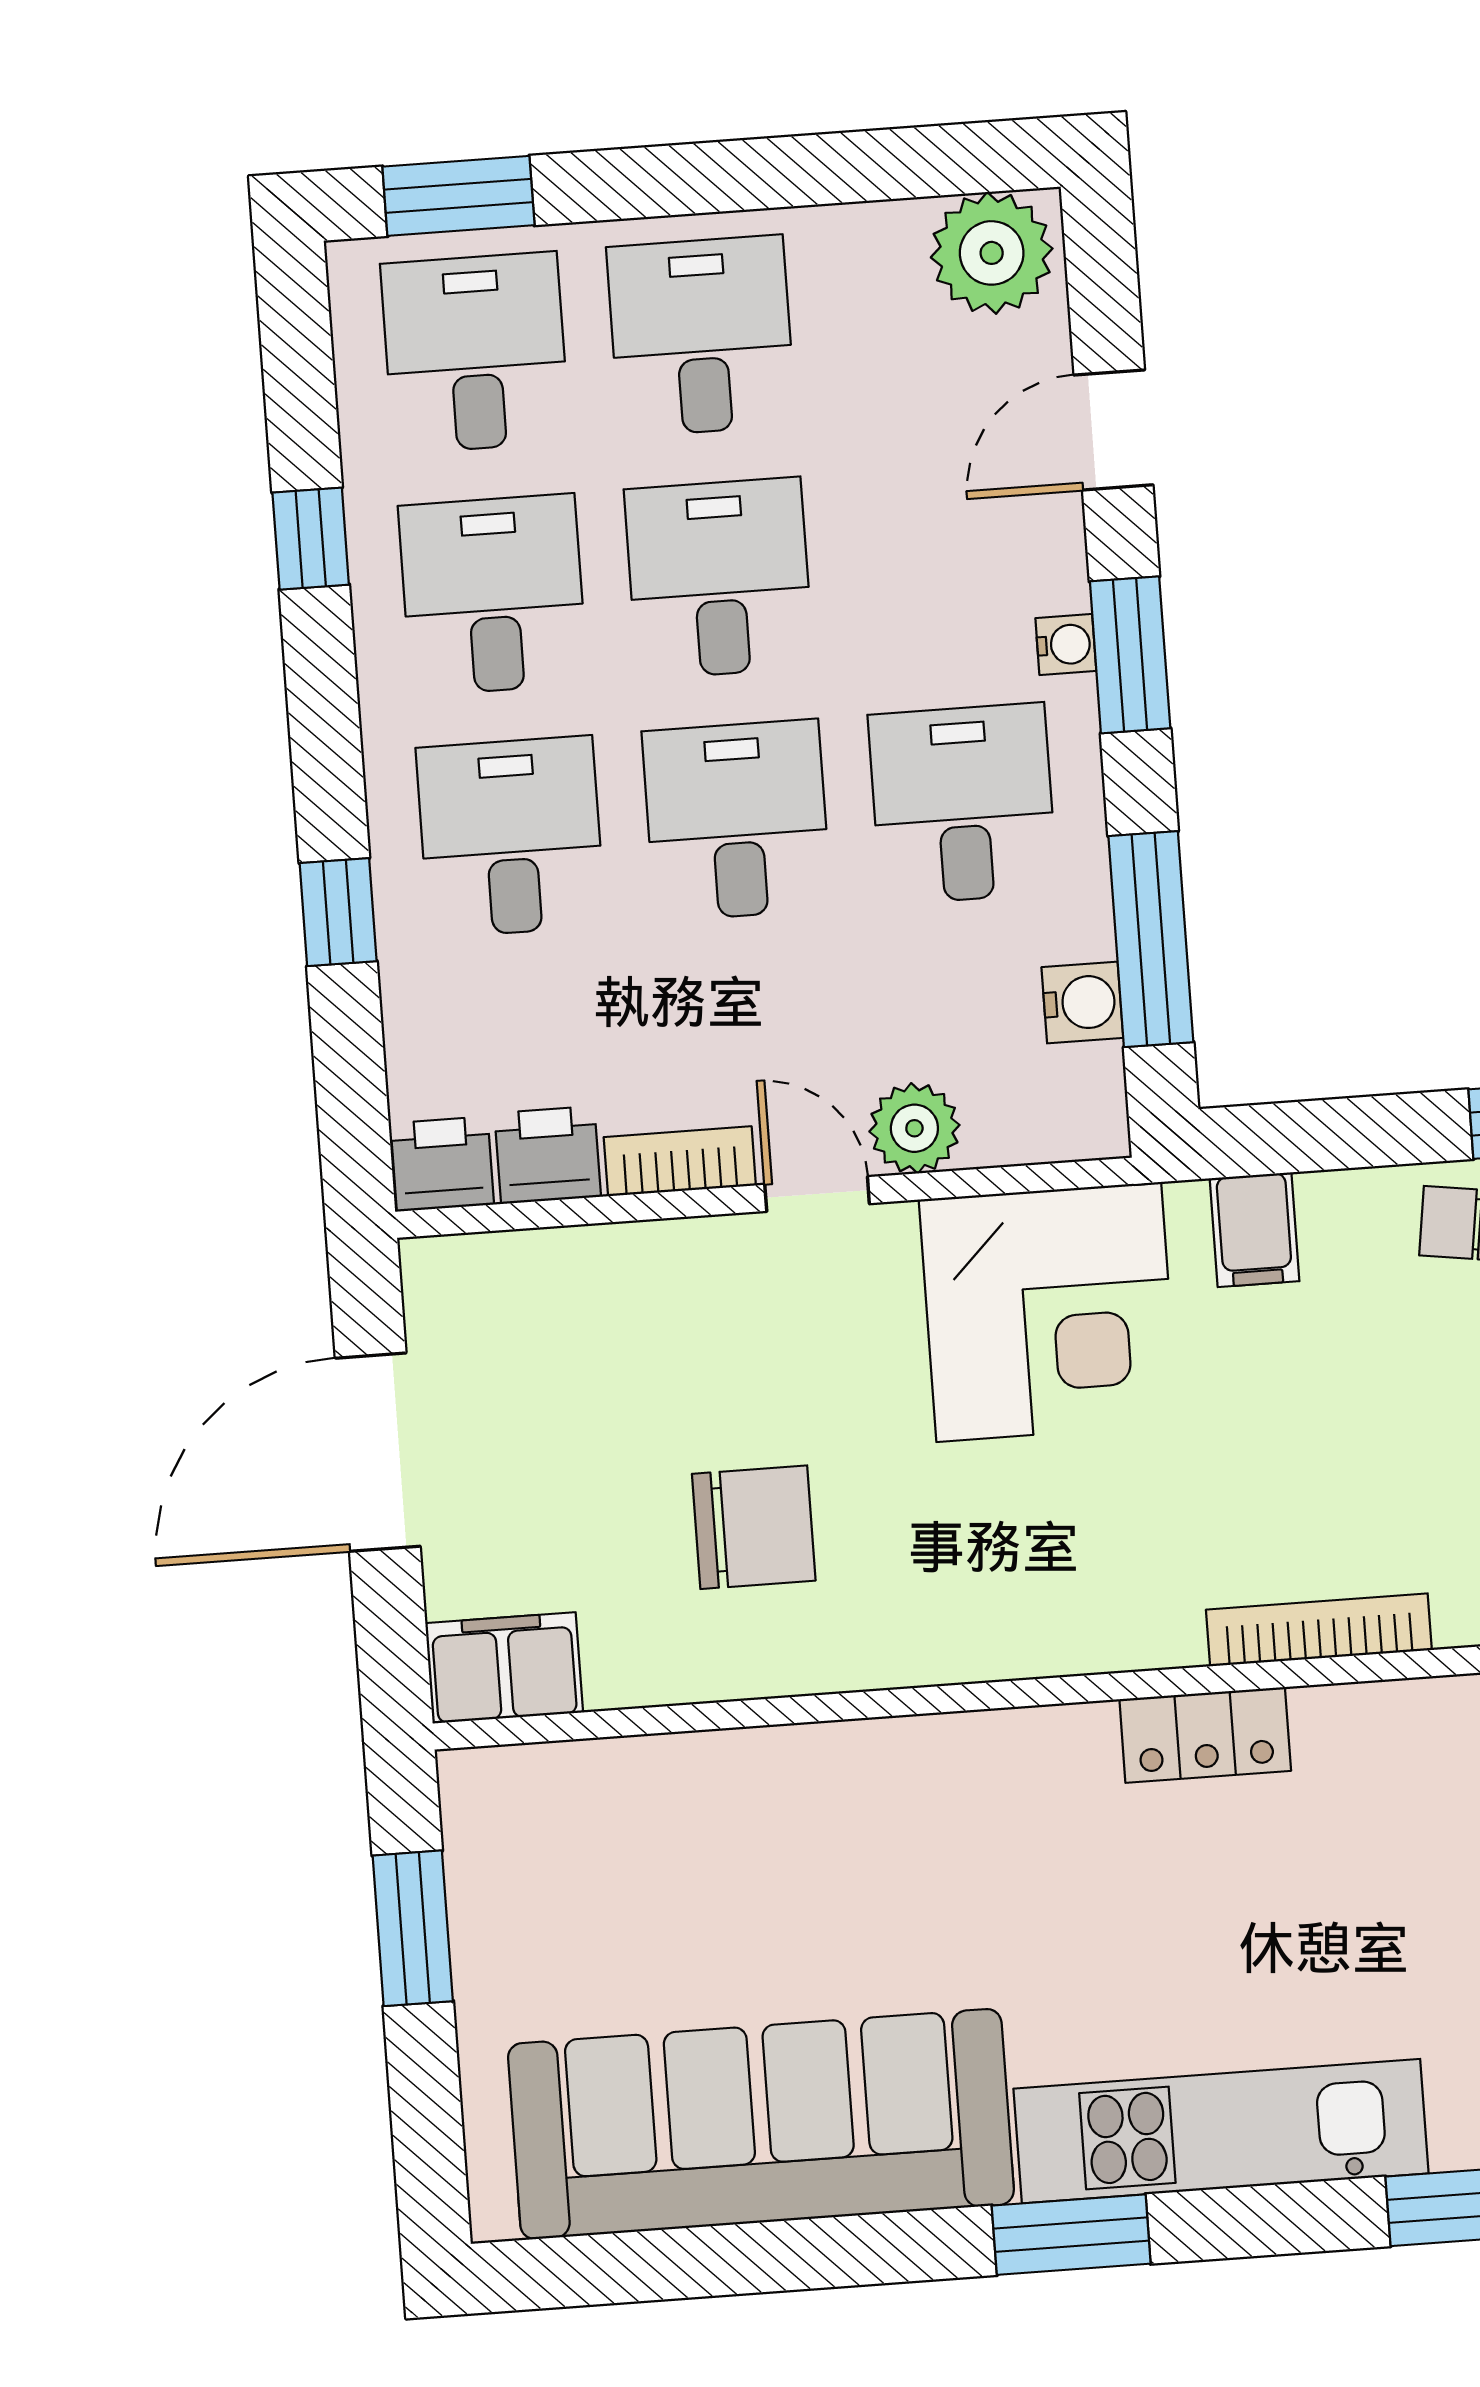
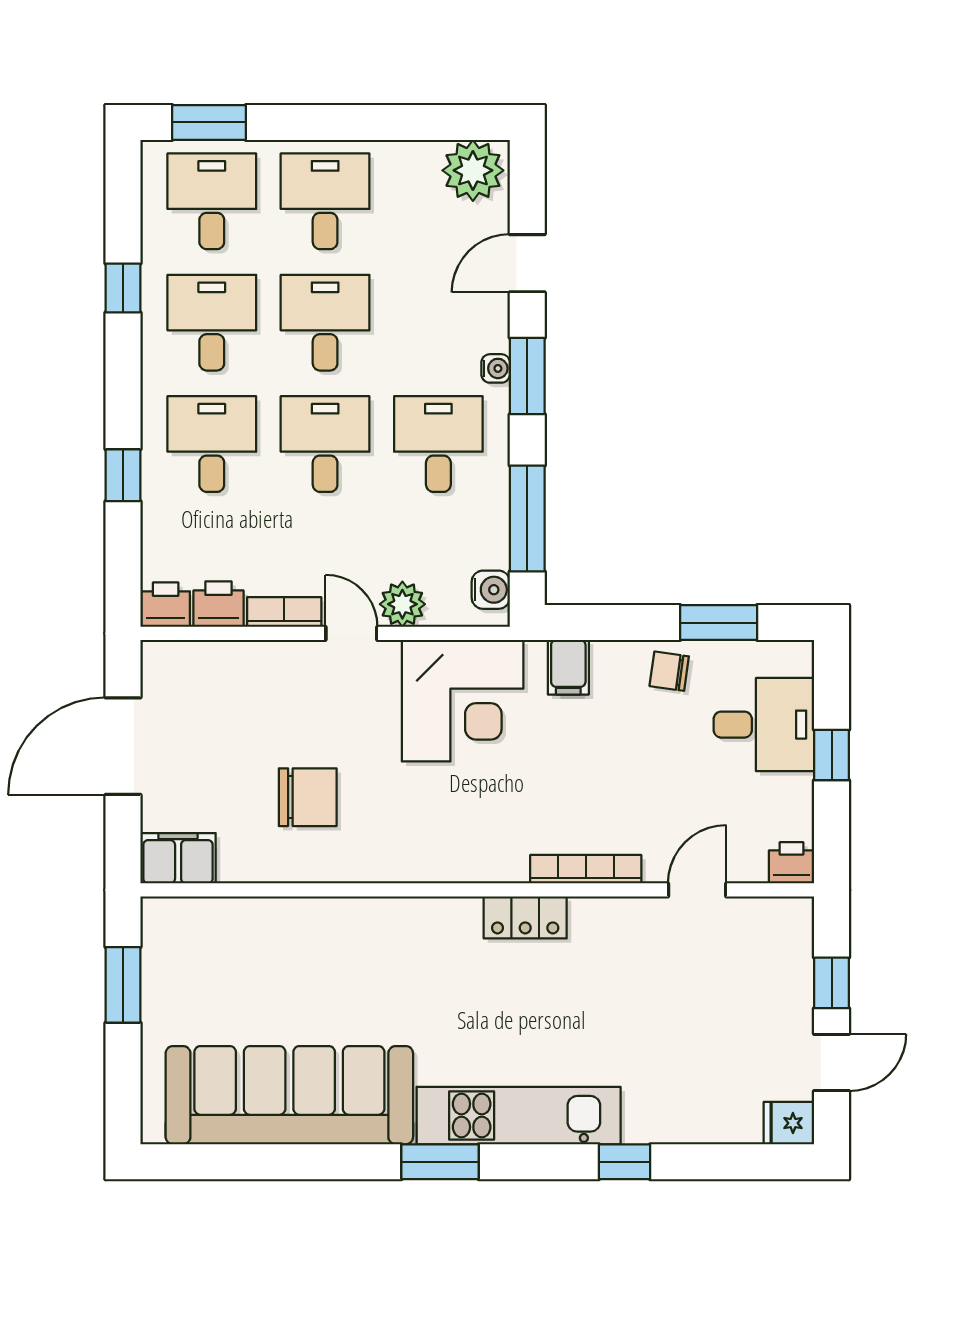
water cooler: (1082, 1003) -> (491, 590), moved

